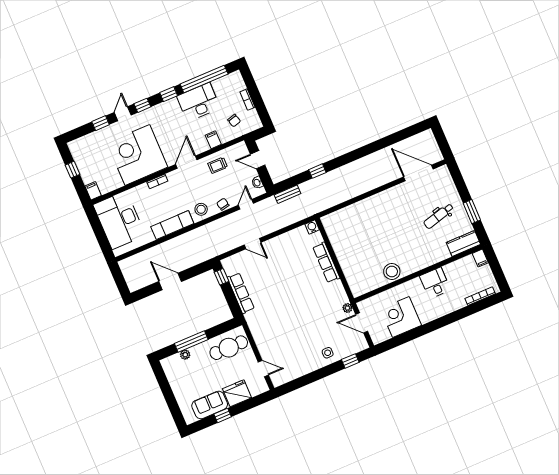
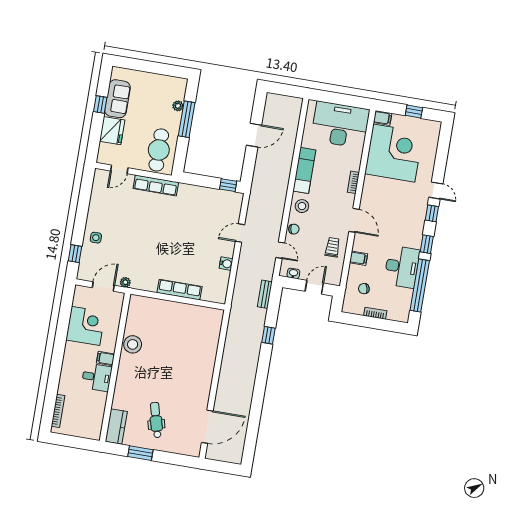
window: (101, 123) -> (440, 165), removed
corner desk: (137, 155) -> (394, 153), moved
water cooler: (312, 227) -> (226, 264), moved
filing cabinet: (480, 258) -> (106, 358), moved
row of seats: (241, 293) -> (156, 185), moved

